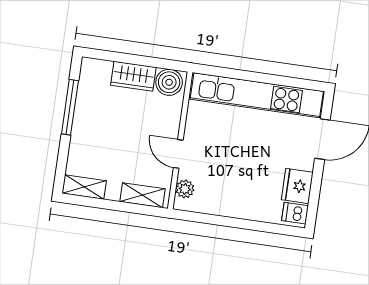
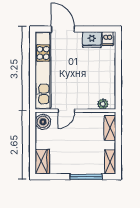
wardrobe: (133, 76) -> (42, 162), moved
window: (70, 107) -> (86, 177), moved
door: (178, 154) -> (66, 111), moved

